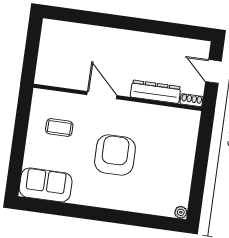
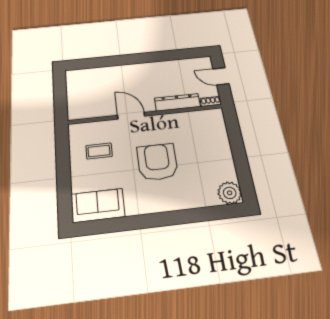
plant: (181, 212) -> (230, 193), width x1.88, depth x1.88

